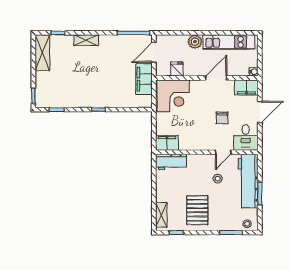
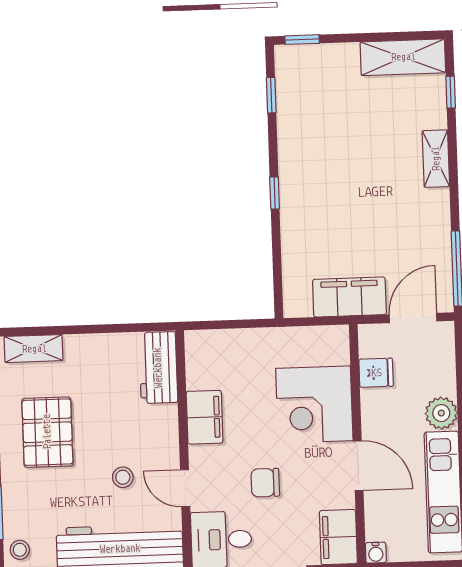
door: (154, 52) -> (413, 318), hinge flipped
corner desk: (173, 96) -> (314, 405), moved
filing cabinet: (167, 143) -> (205, 417), moved
pallet: (197, 210) -> (47, 432), turned 90

